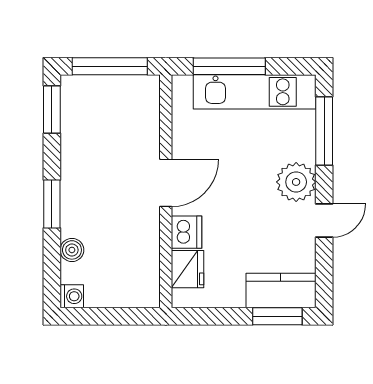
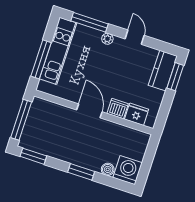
plant: (296, 182) -> (107, 39), width x0.53, depth x0.53
washing machine: (72, 296) -> (128, 170), width x1.89, depth x1.89

